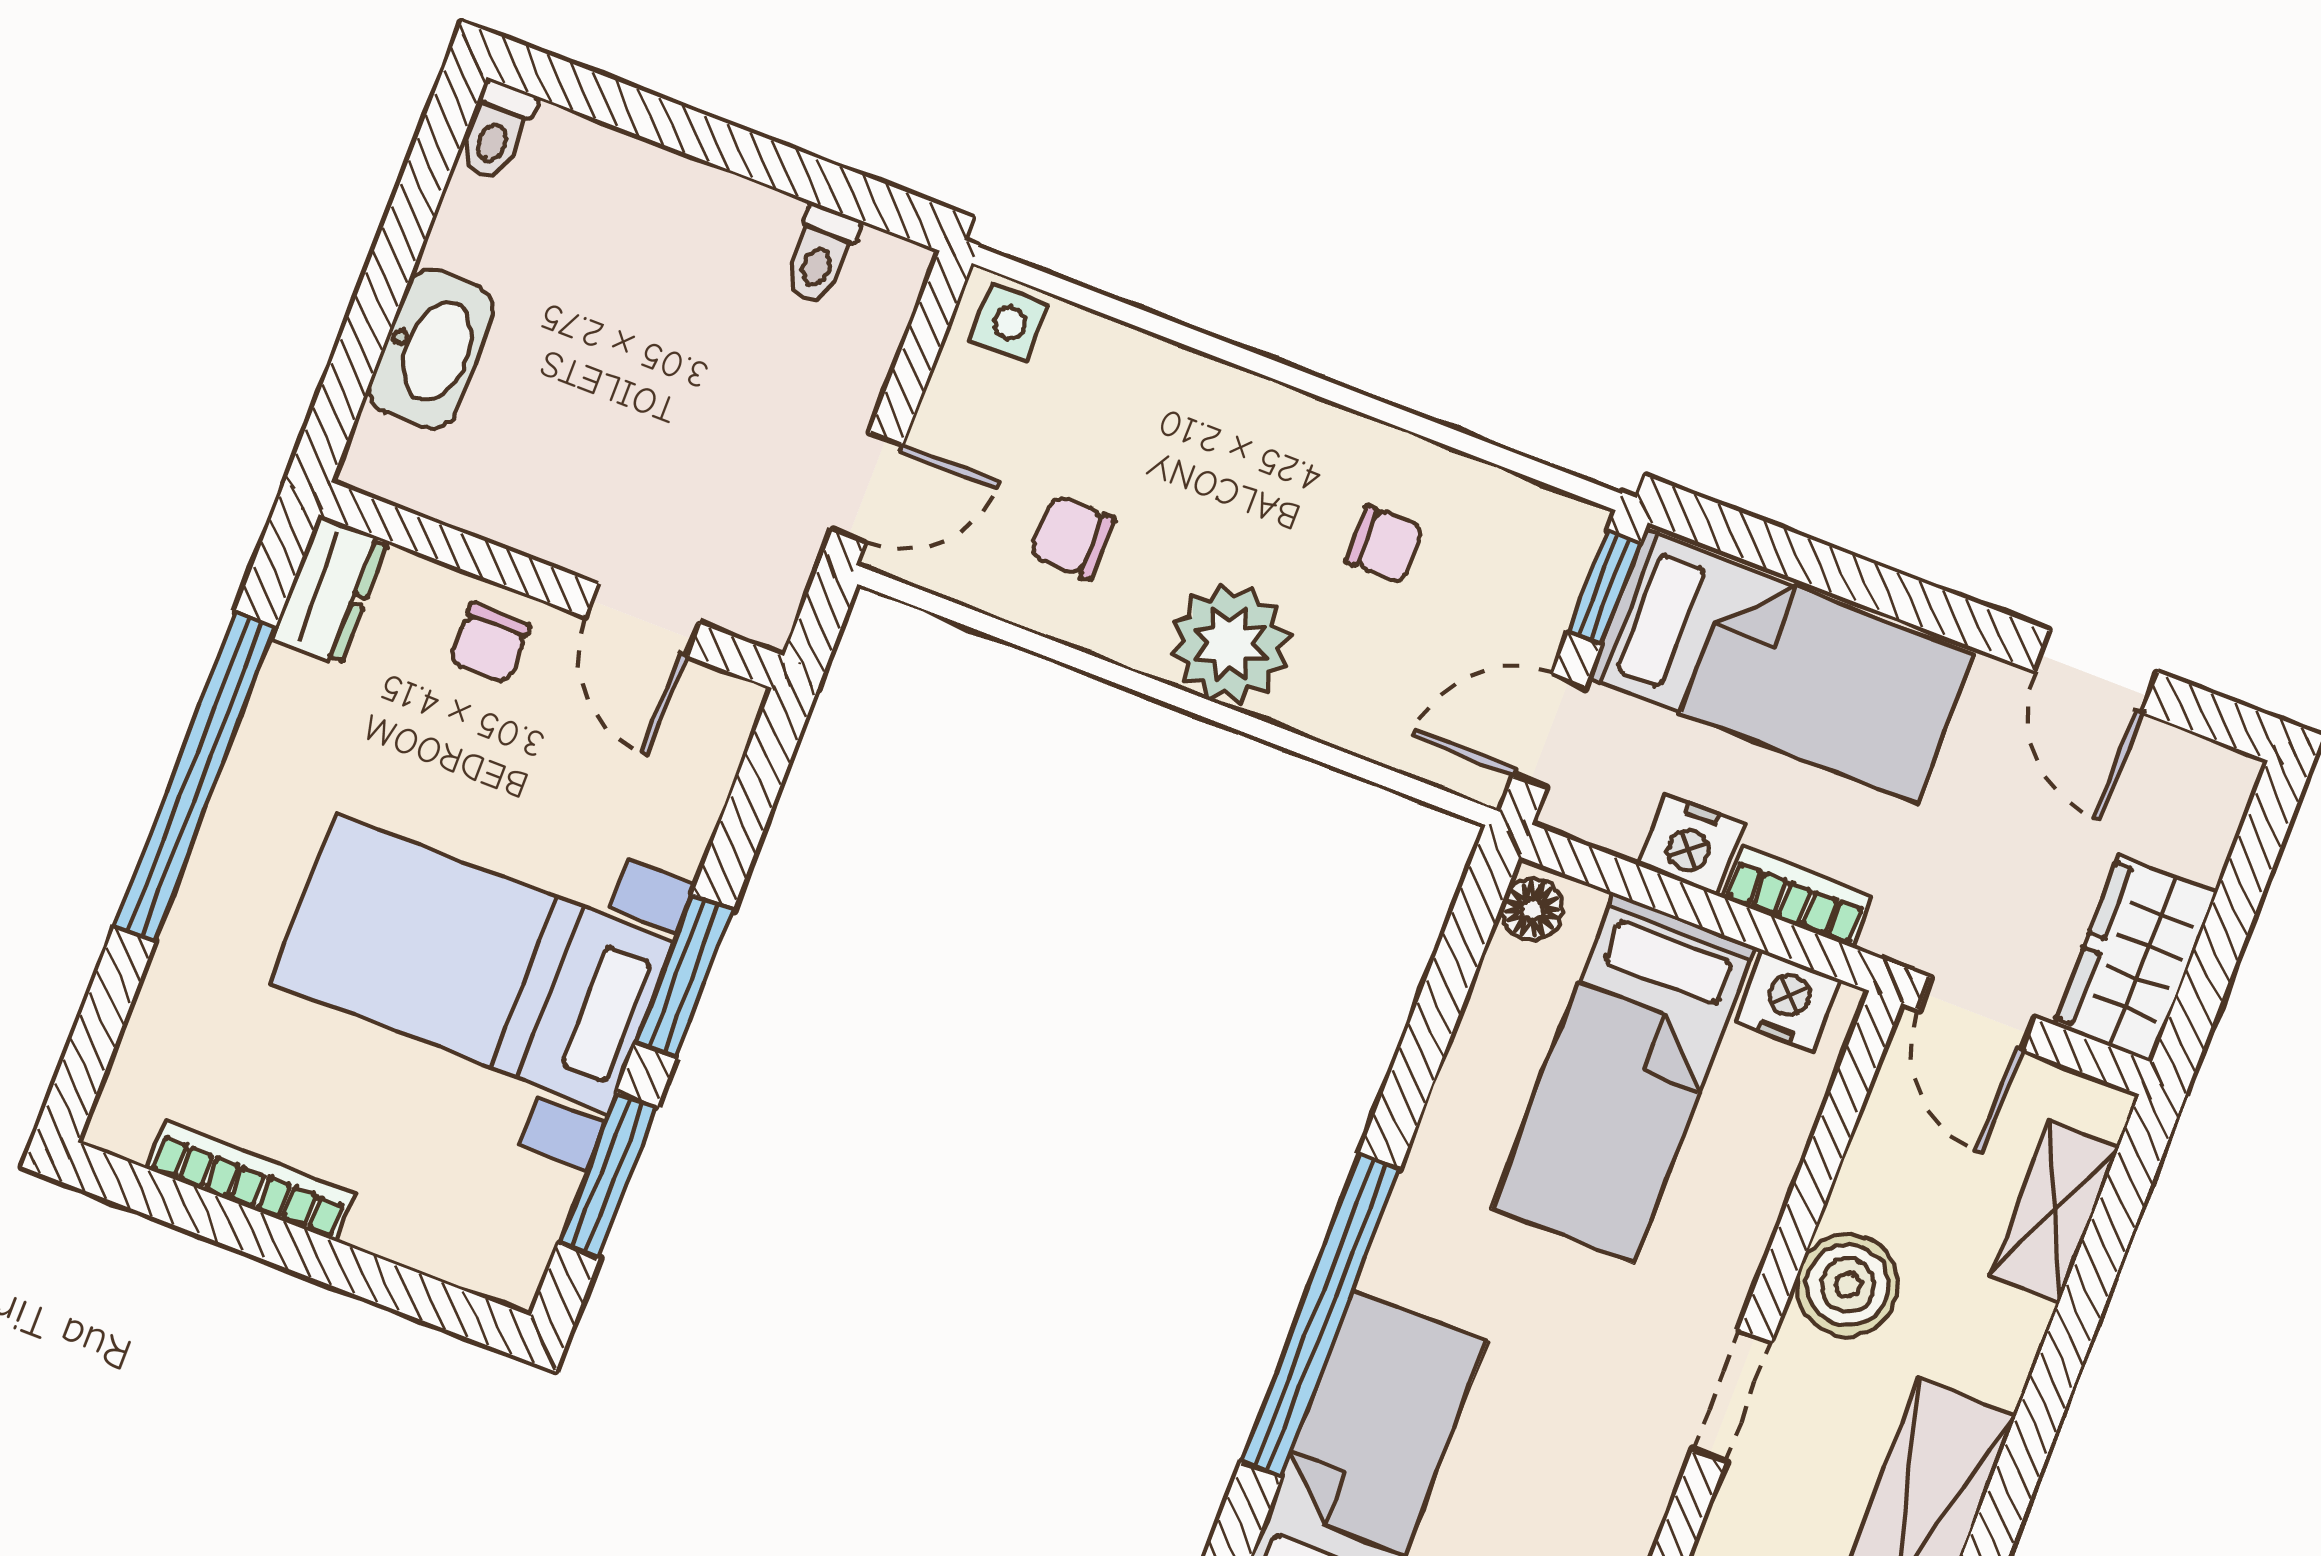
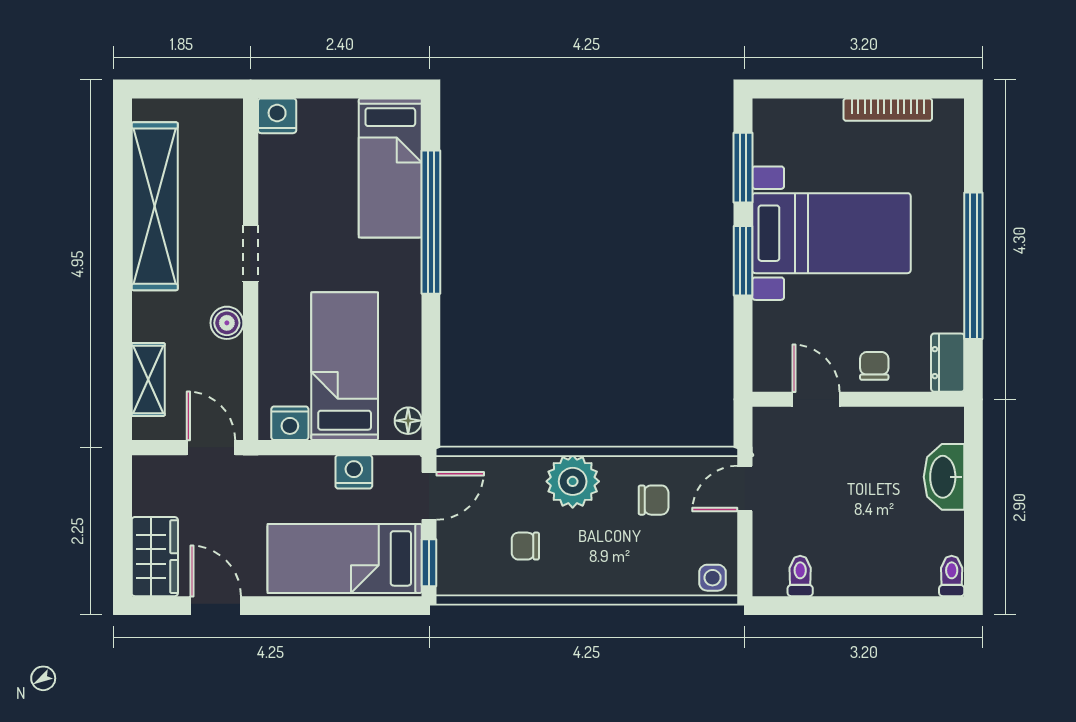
bookcase: (1797, 897) -> (302, 467), removed
wardrobe: (2135, 959) -> (155, 557), moved
boiler: (1848, 1285) -> (227, 323), width x0.73, depth x0.73

